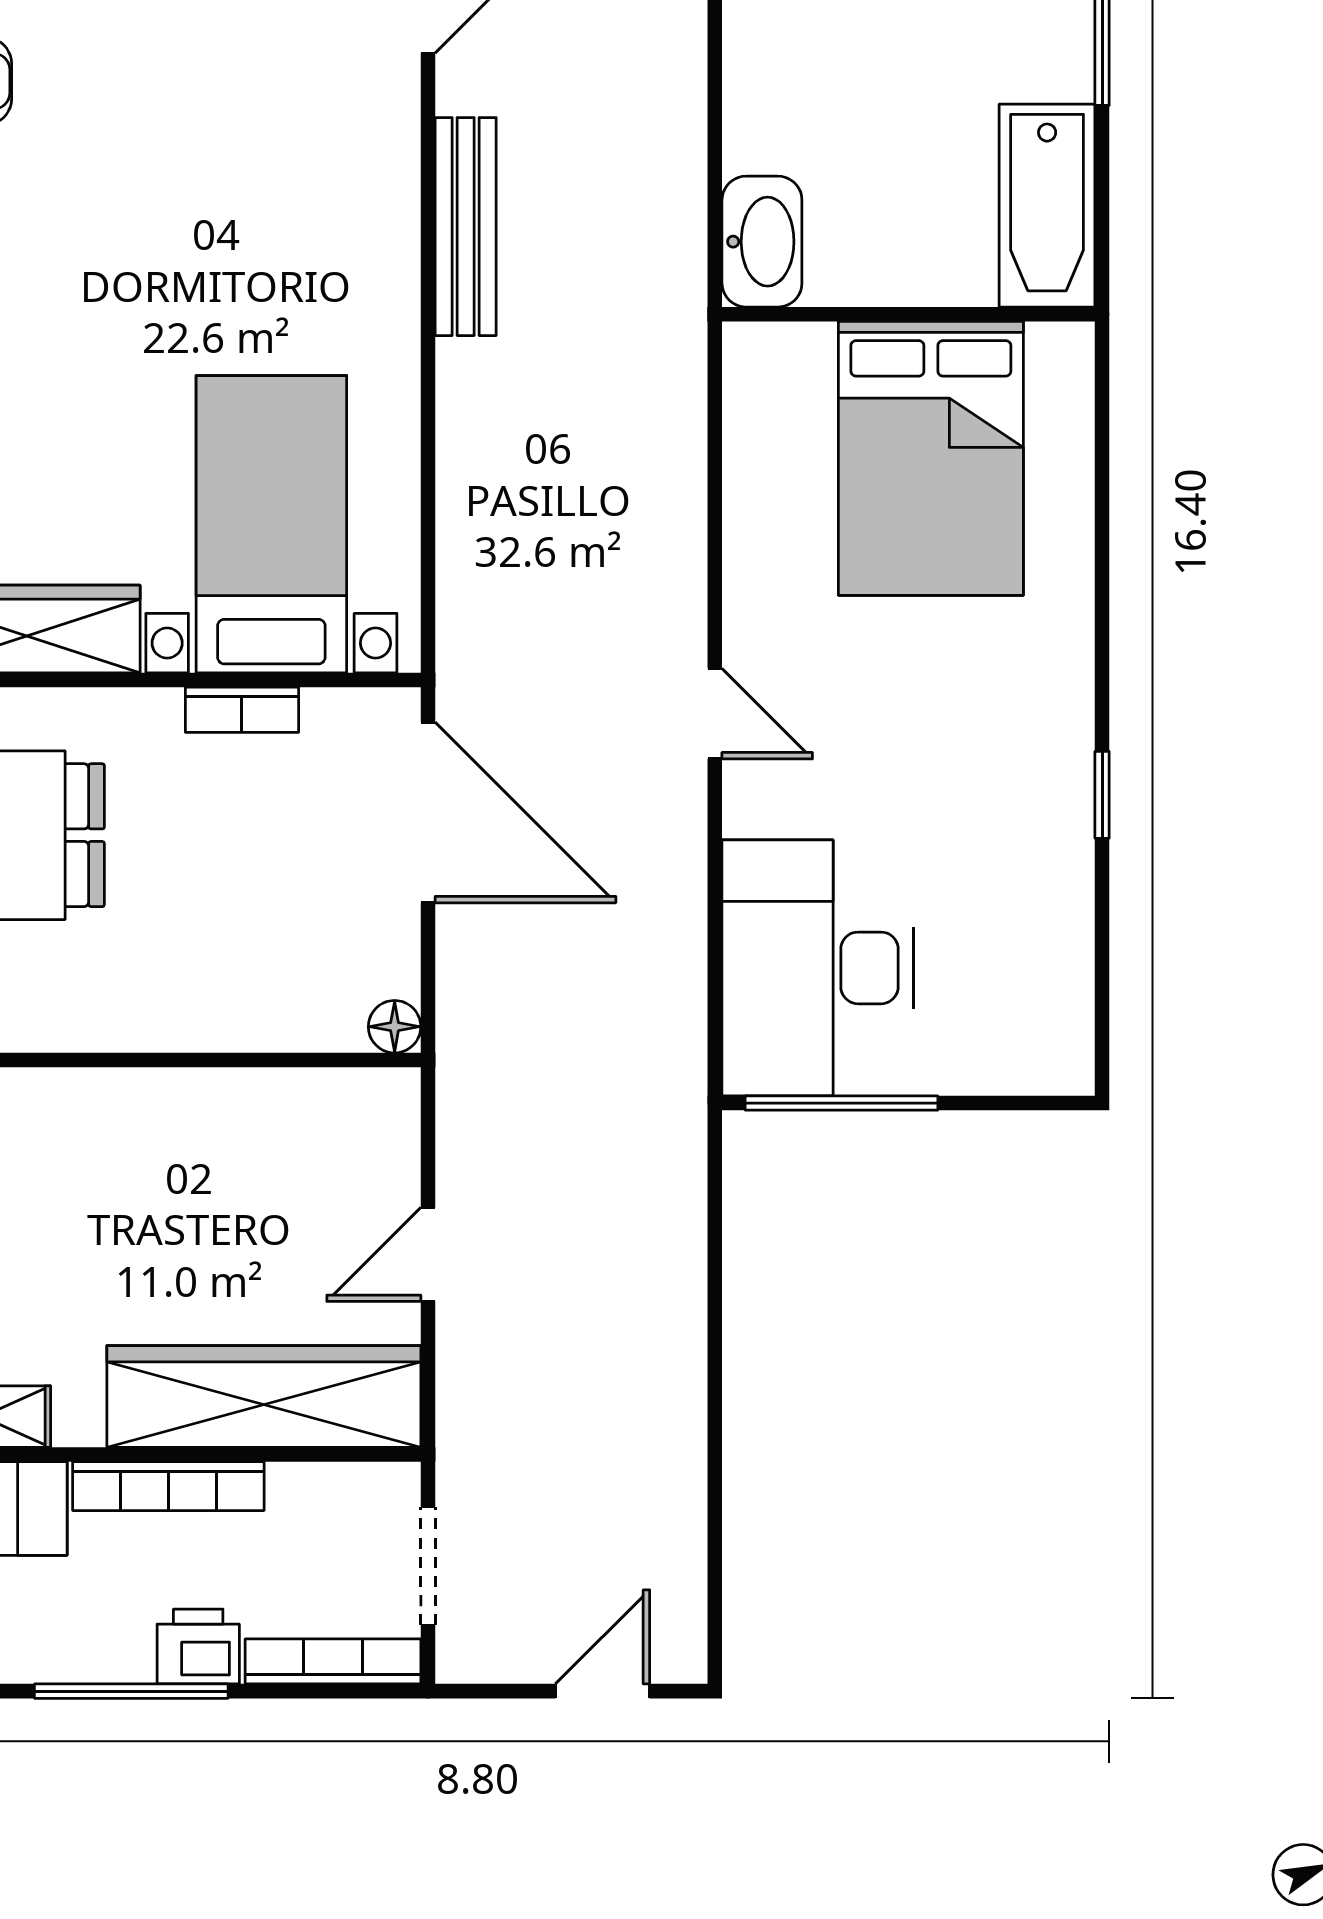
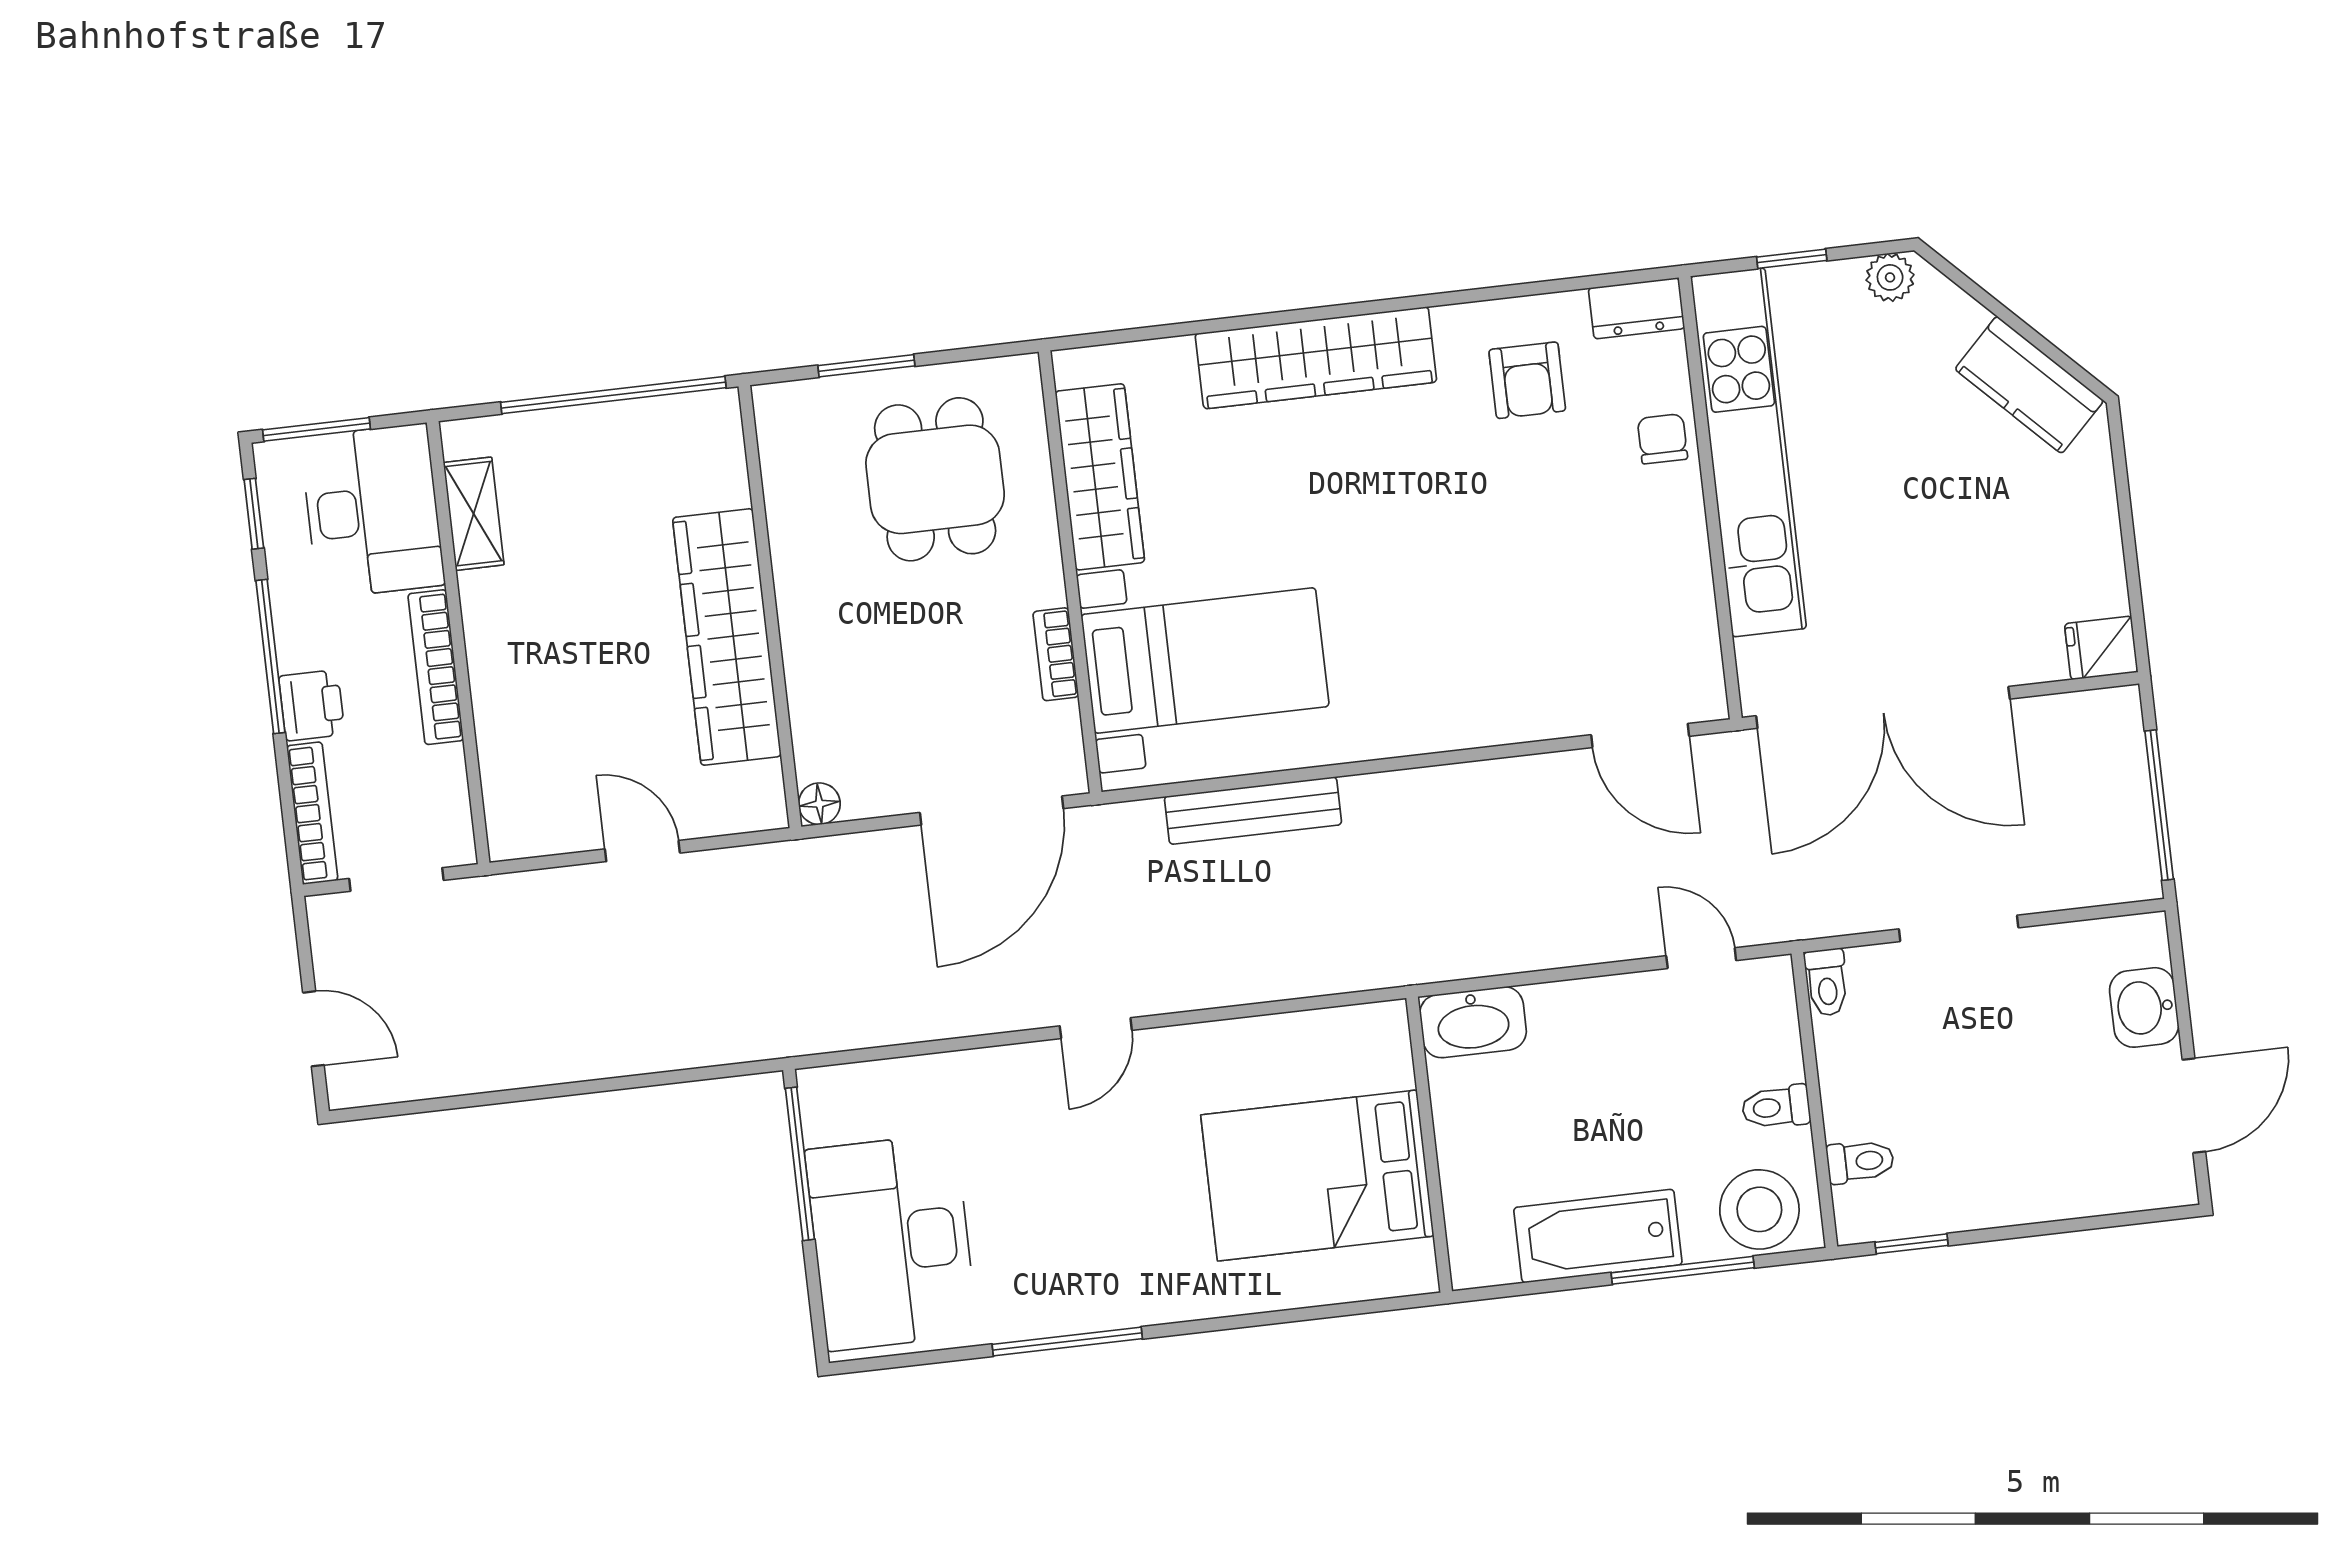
bathtub: (1047, 206) -> (1598, 1236), moved
bench: (466, 227) -> (1253, 811), moved
window: (1102, 795) -> (1067, 1341), width x2.17
desk: (818, 968) -> (891, 1242), moved, turned -90
wardrobe: (264, 1396) -> (727, 637), moved, turned 180

